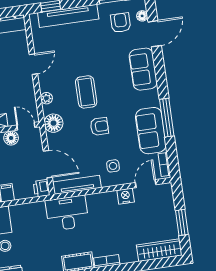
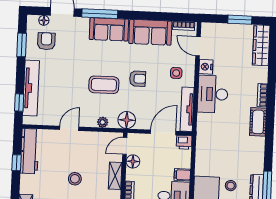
armchair: (121, 23) -> (46, 41), turned 90
door: (33, 64) -> (69, 128), hinge flipped
sofa: (143, 69) -> (109, 29), moved
window: (167, 118) -> (100, 14), moved
armchair: (99, 126) -> (138, 79), turned 90
desk: (67, 213) -> (213, 94), moved

